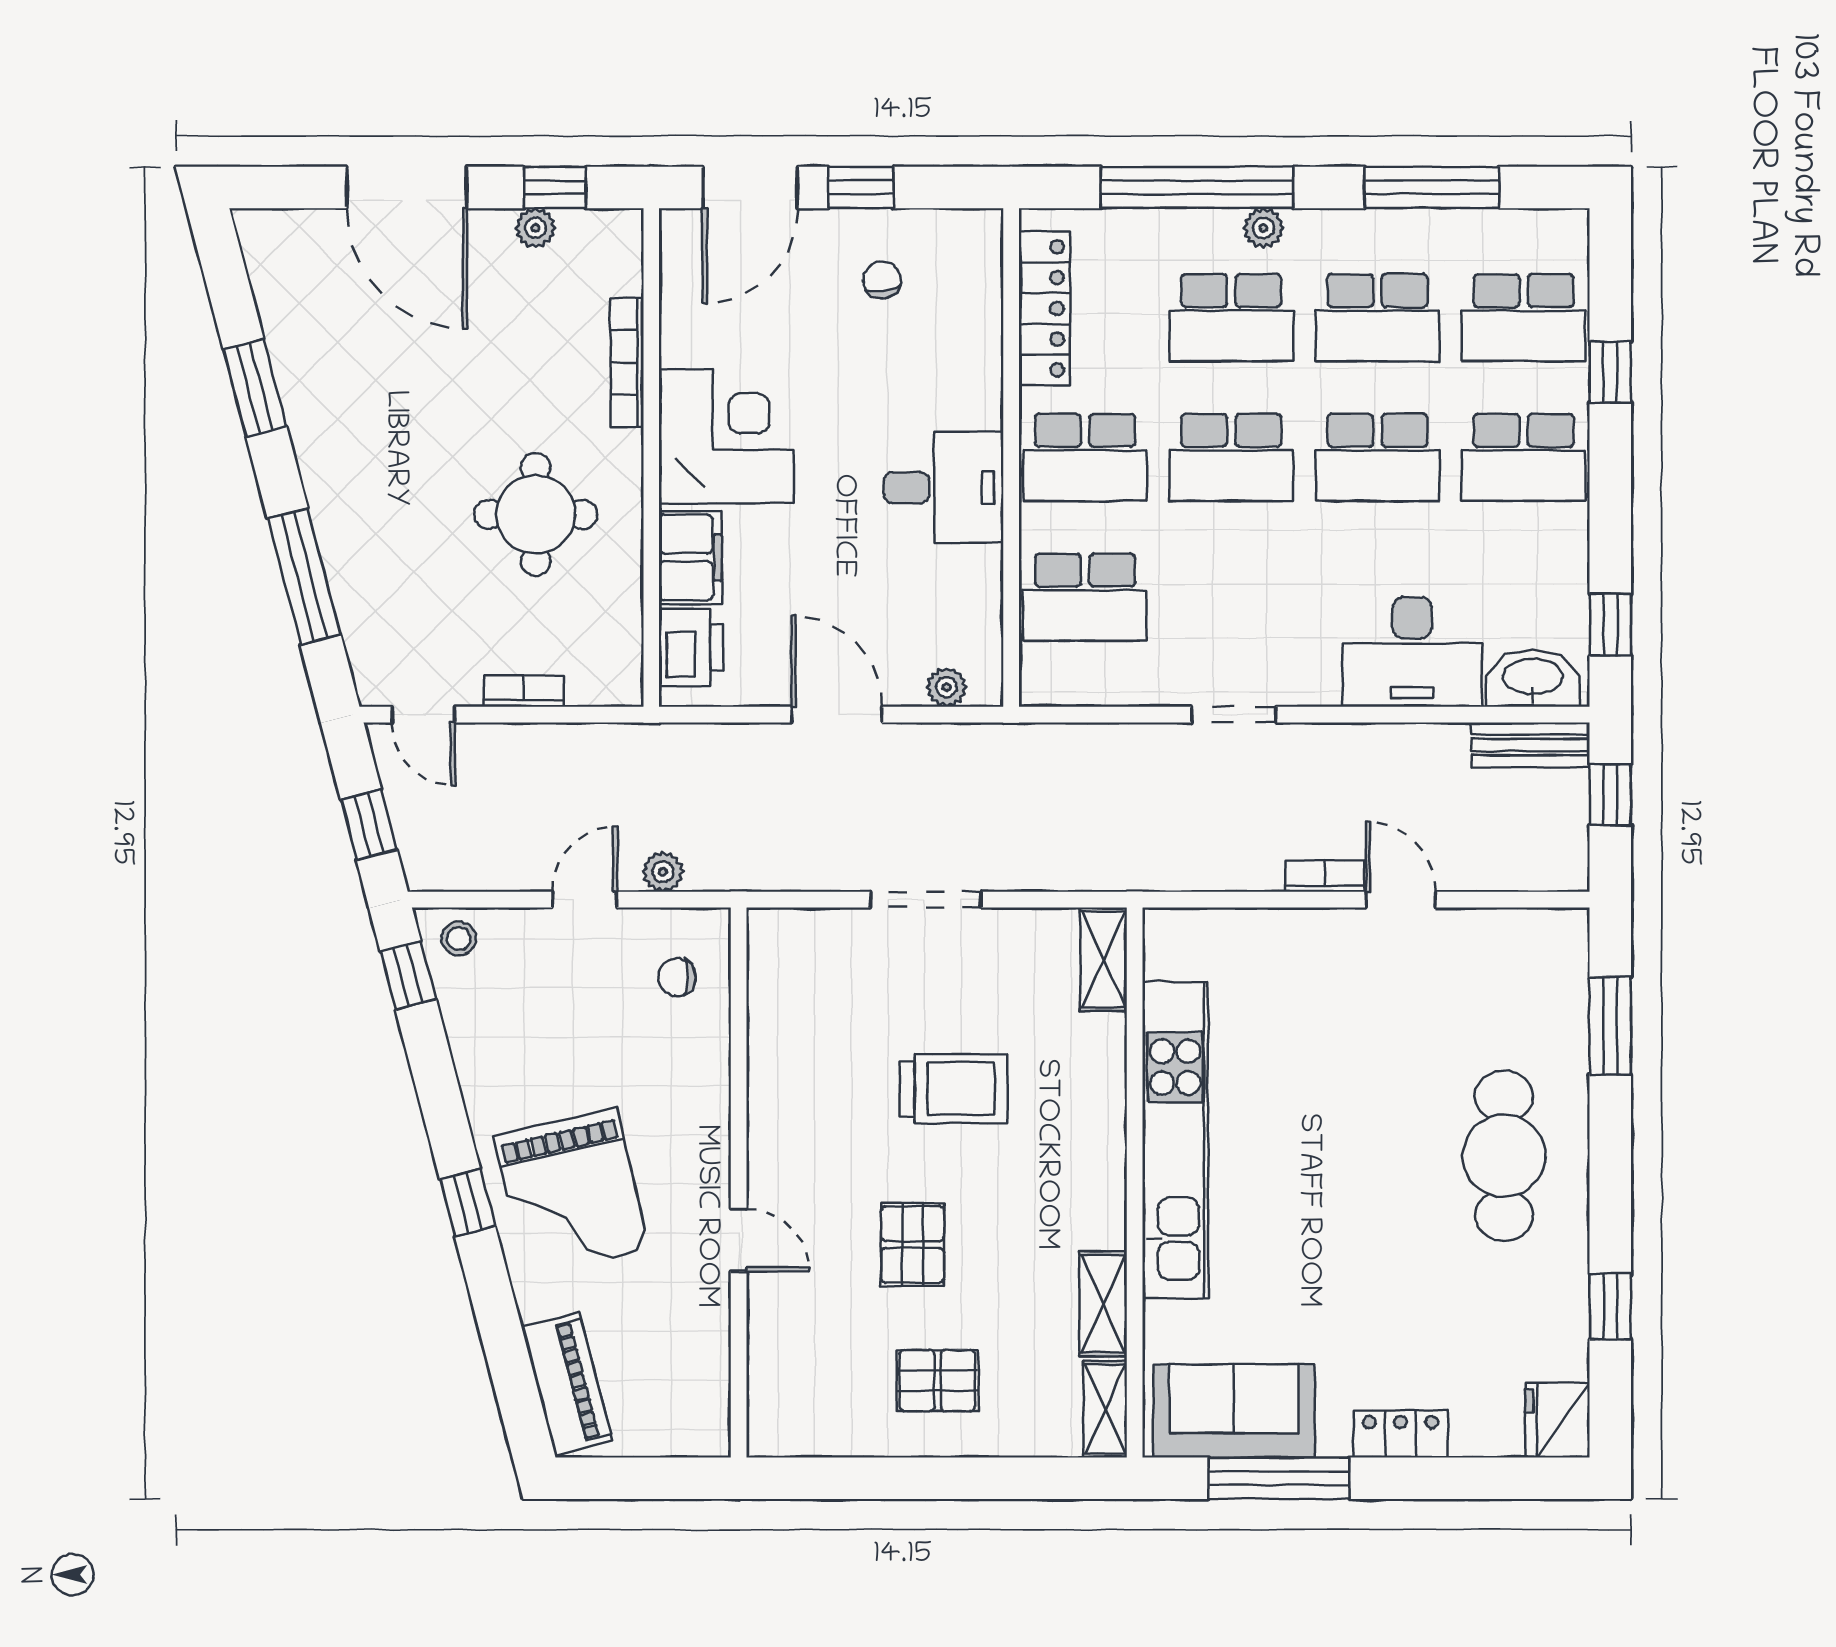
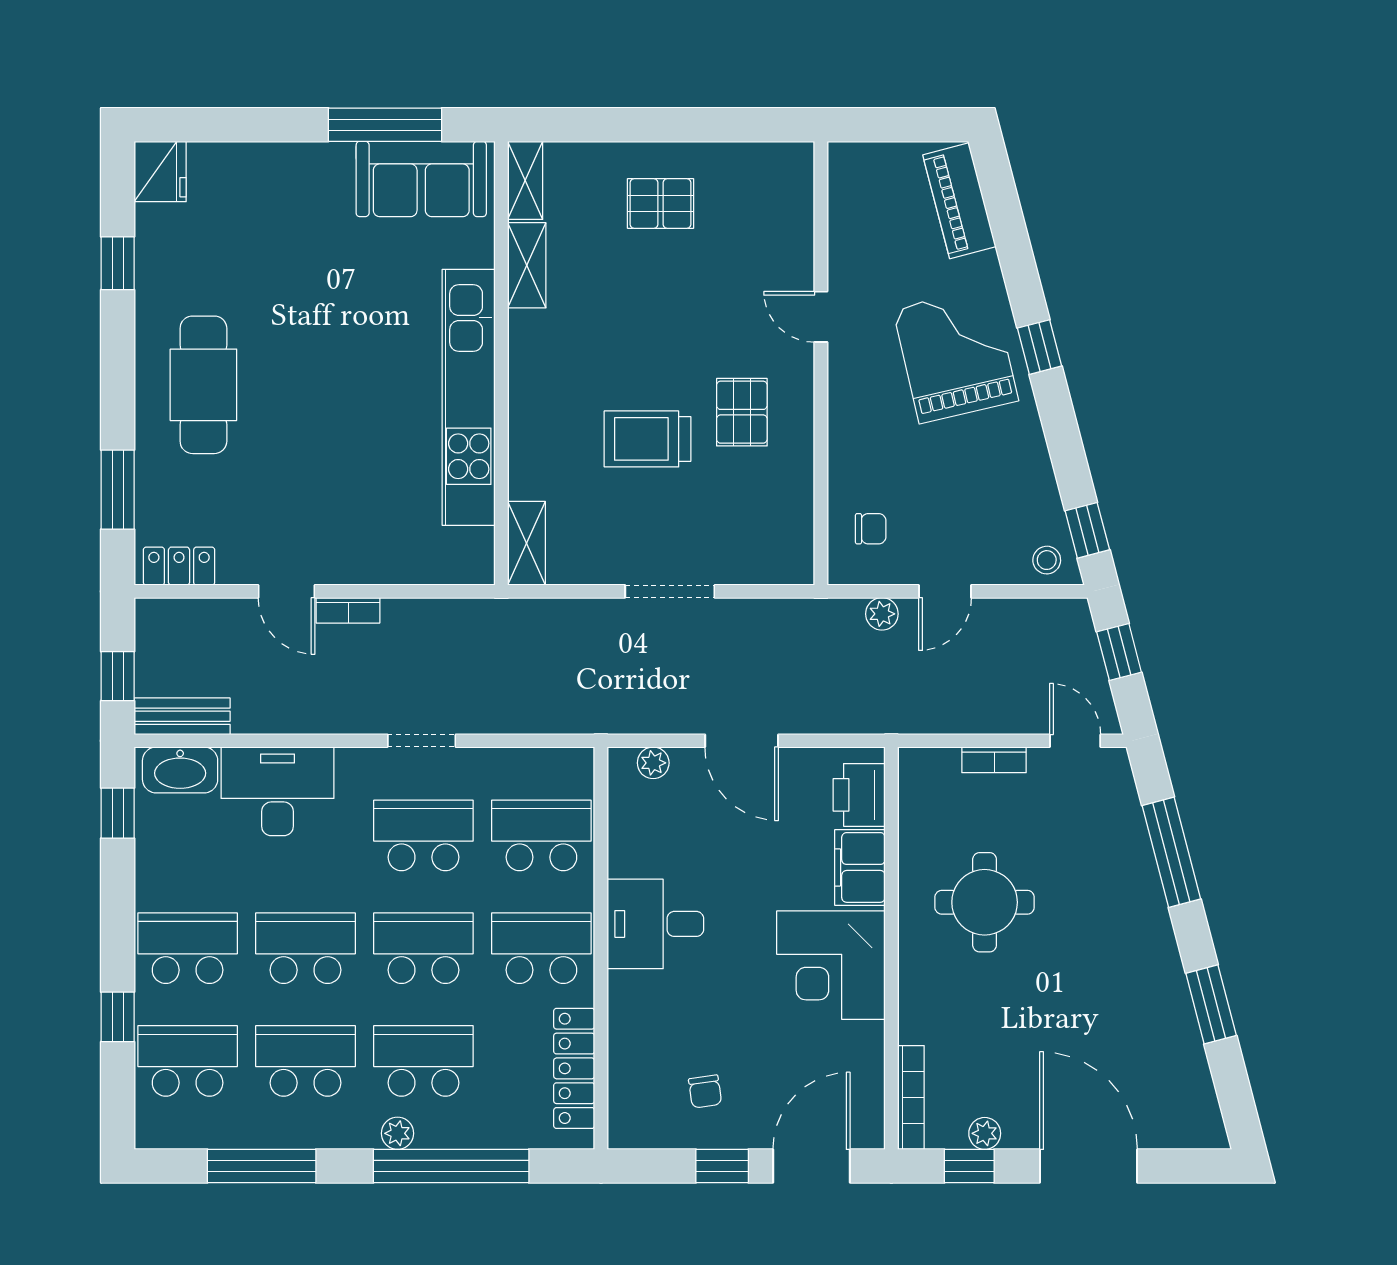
bookcase: (627, 362) -> (911, 1097), moved
school desk: (1231, 597) -> (423, 835), added
pallet: (912, 1244) -> (742, 412), moved
locker: (1401, 1434) -> (179, 566), moved, turned 180

